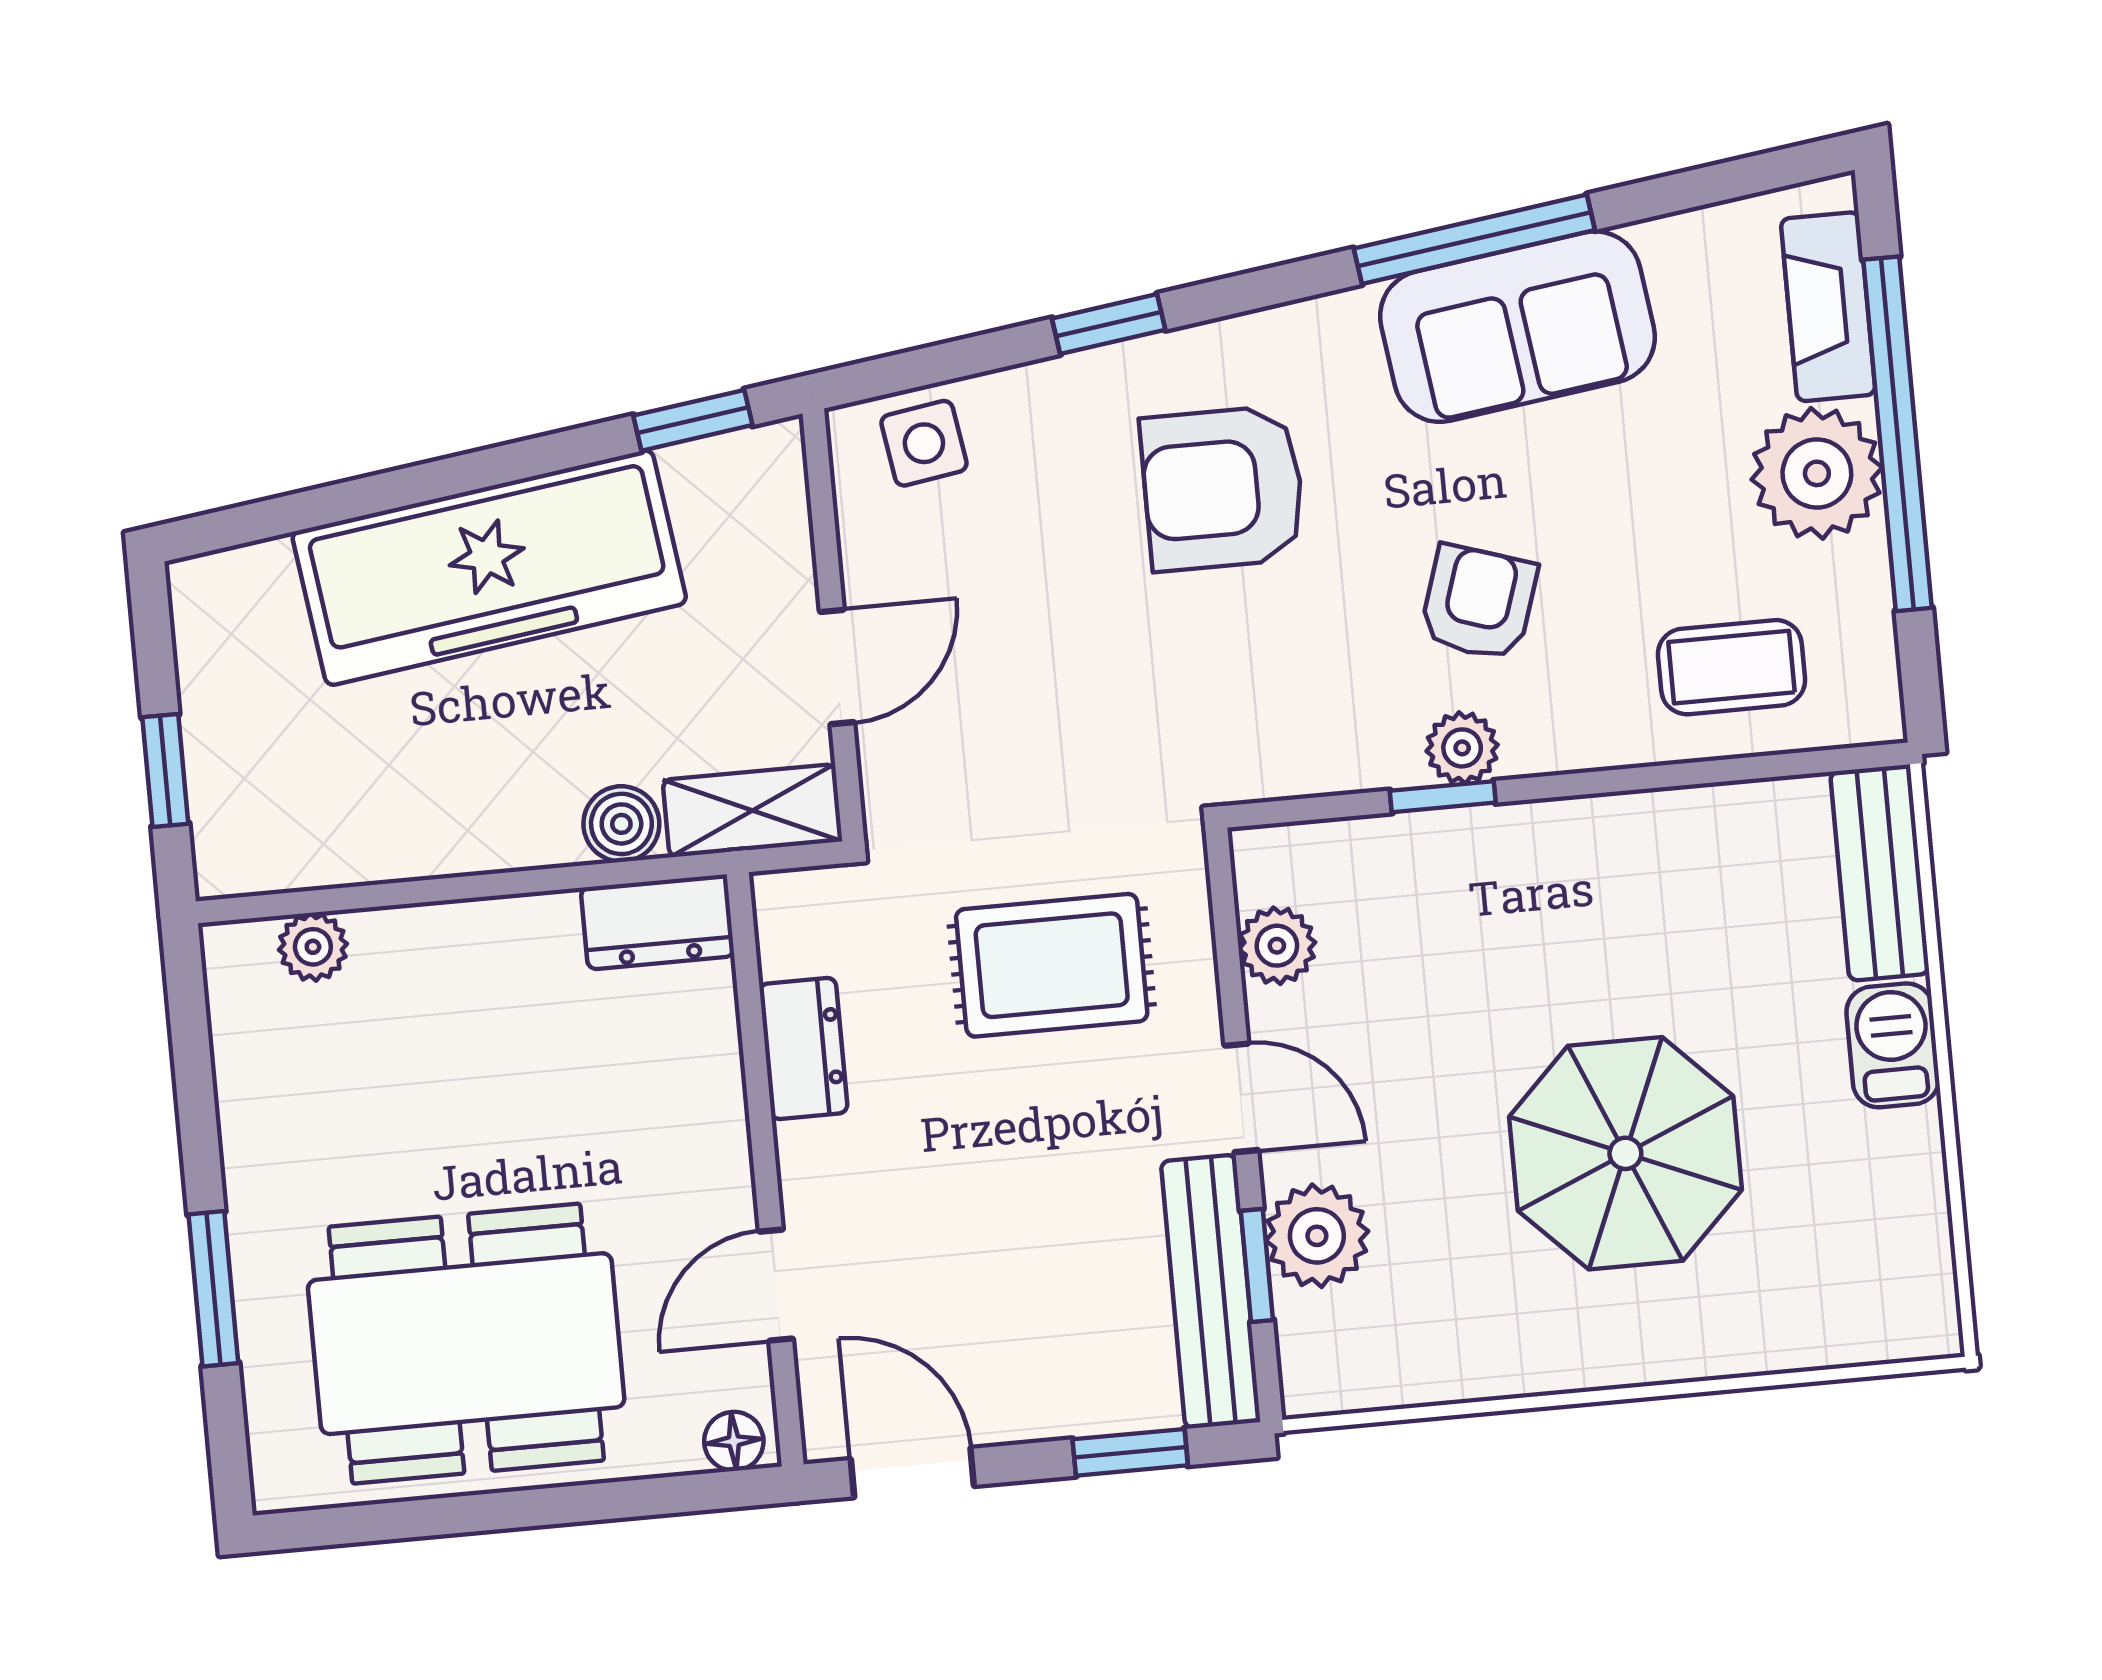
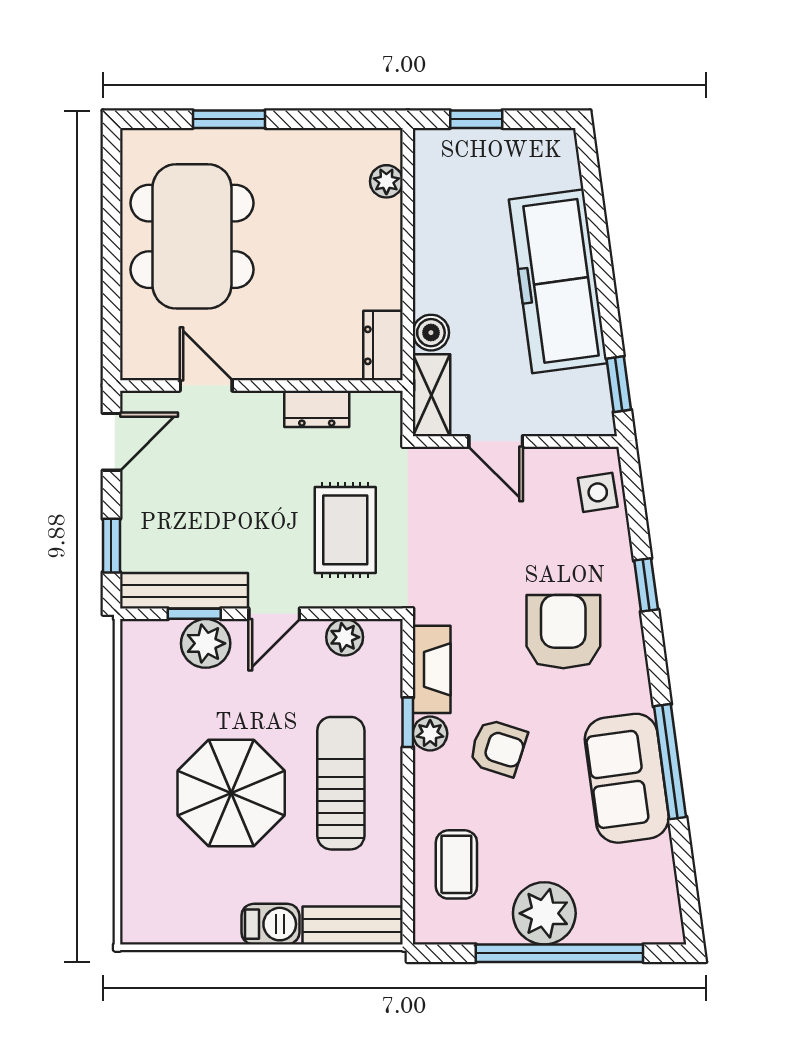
fireplace: (1828, 307) -> (432, 669), moved, turned 90
sun lounger: (1584, 925) -> (341, 783), added
floor lamp: (734, 1441) -> (134, 359), removed

